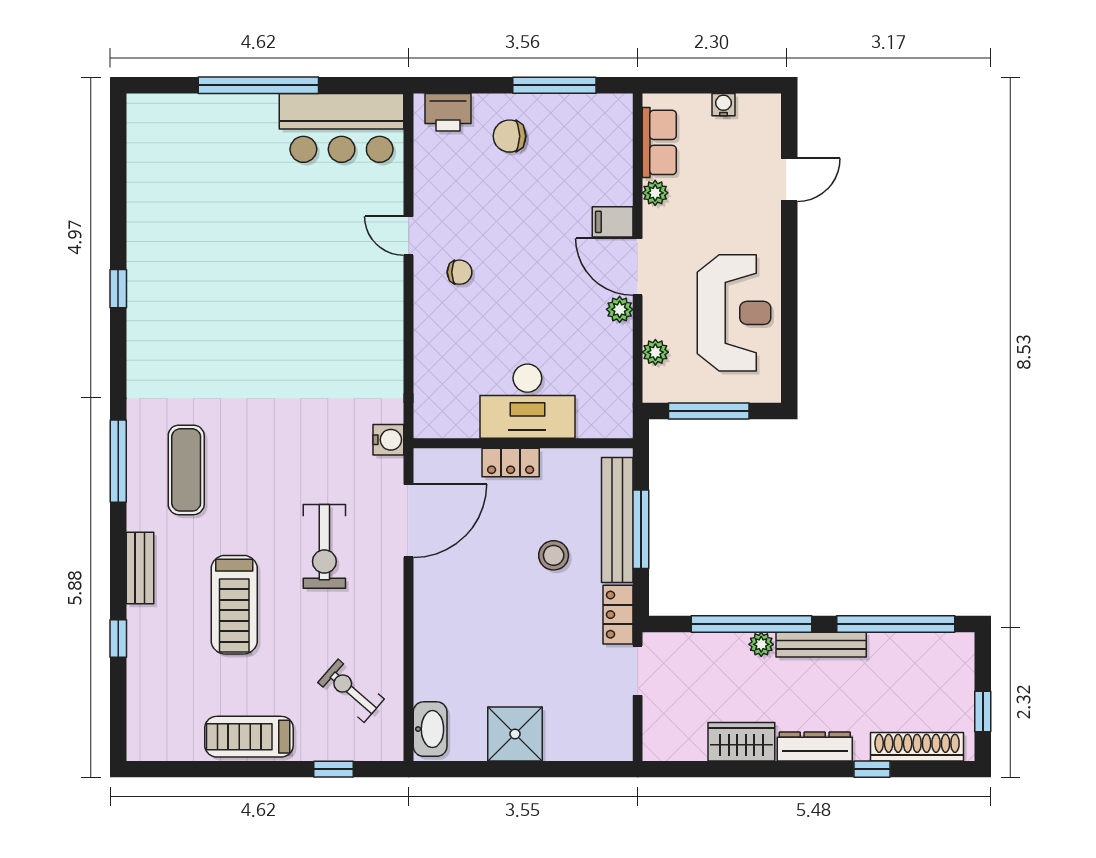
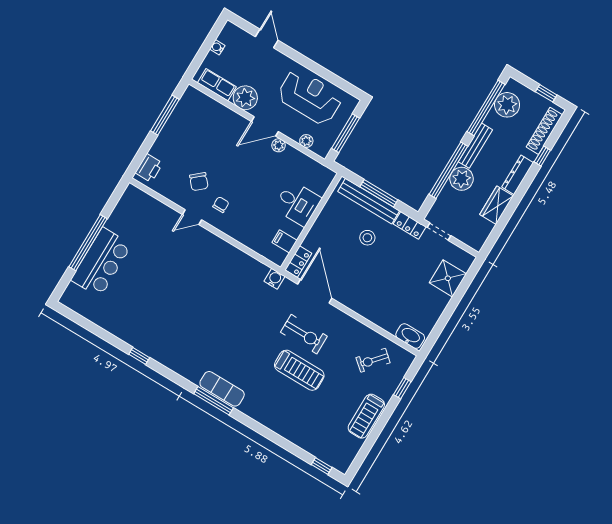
bar counter: (342, 128) -> (101, 262), moved
chair: (510, 136) -> (199, 182), moved, turned -41
plant: (655, 193) -> (245, 98), width x1.88, depth x1.88
filing cabinet: (613, 222) -> (285, 241), moved, turned 90
desk: (527, 401) -> (297, 203), width x0.73
locker: (511, 463) -> (298, 262), moved
exercise mat: (186, 470) -> (222, 389), moved
bench: (140, 568) -> (265, 419), removed
treadmill: (234, 605) -> (299, 370), moved
window: (118, 639) -> (322, 466), moved
plant: (761, 644) -> (462, 179), width x1.87, depth x1.87
plant: (923, 657) -> (507, 105), added
shower: (515, 734) -> (448, 278), moved

